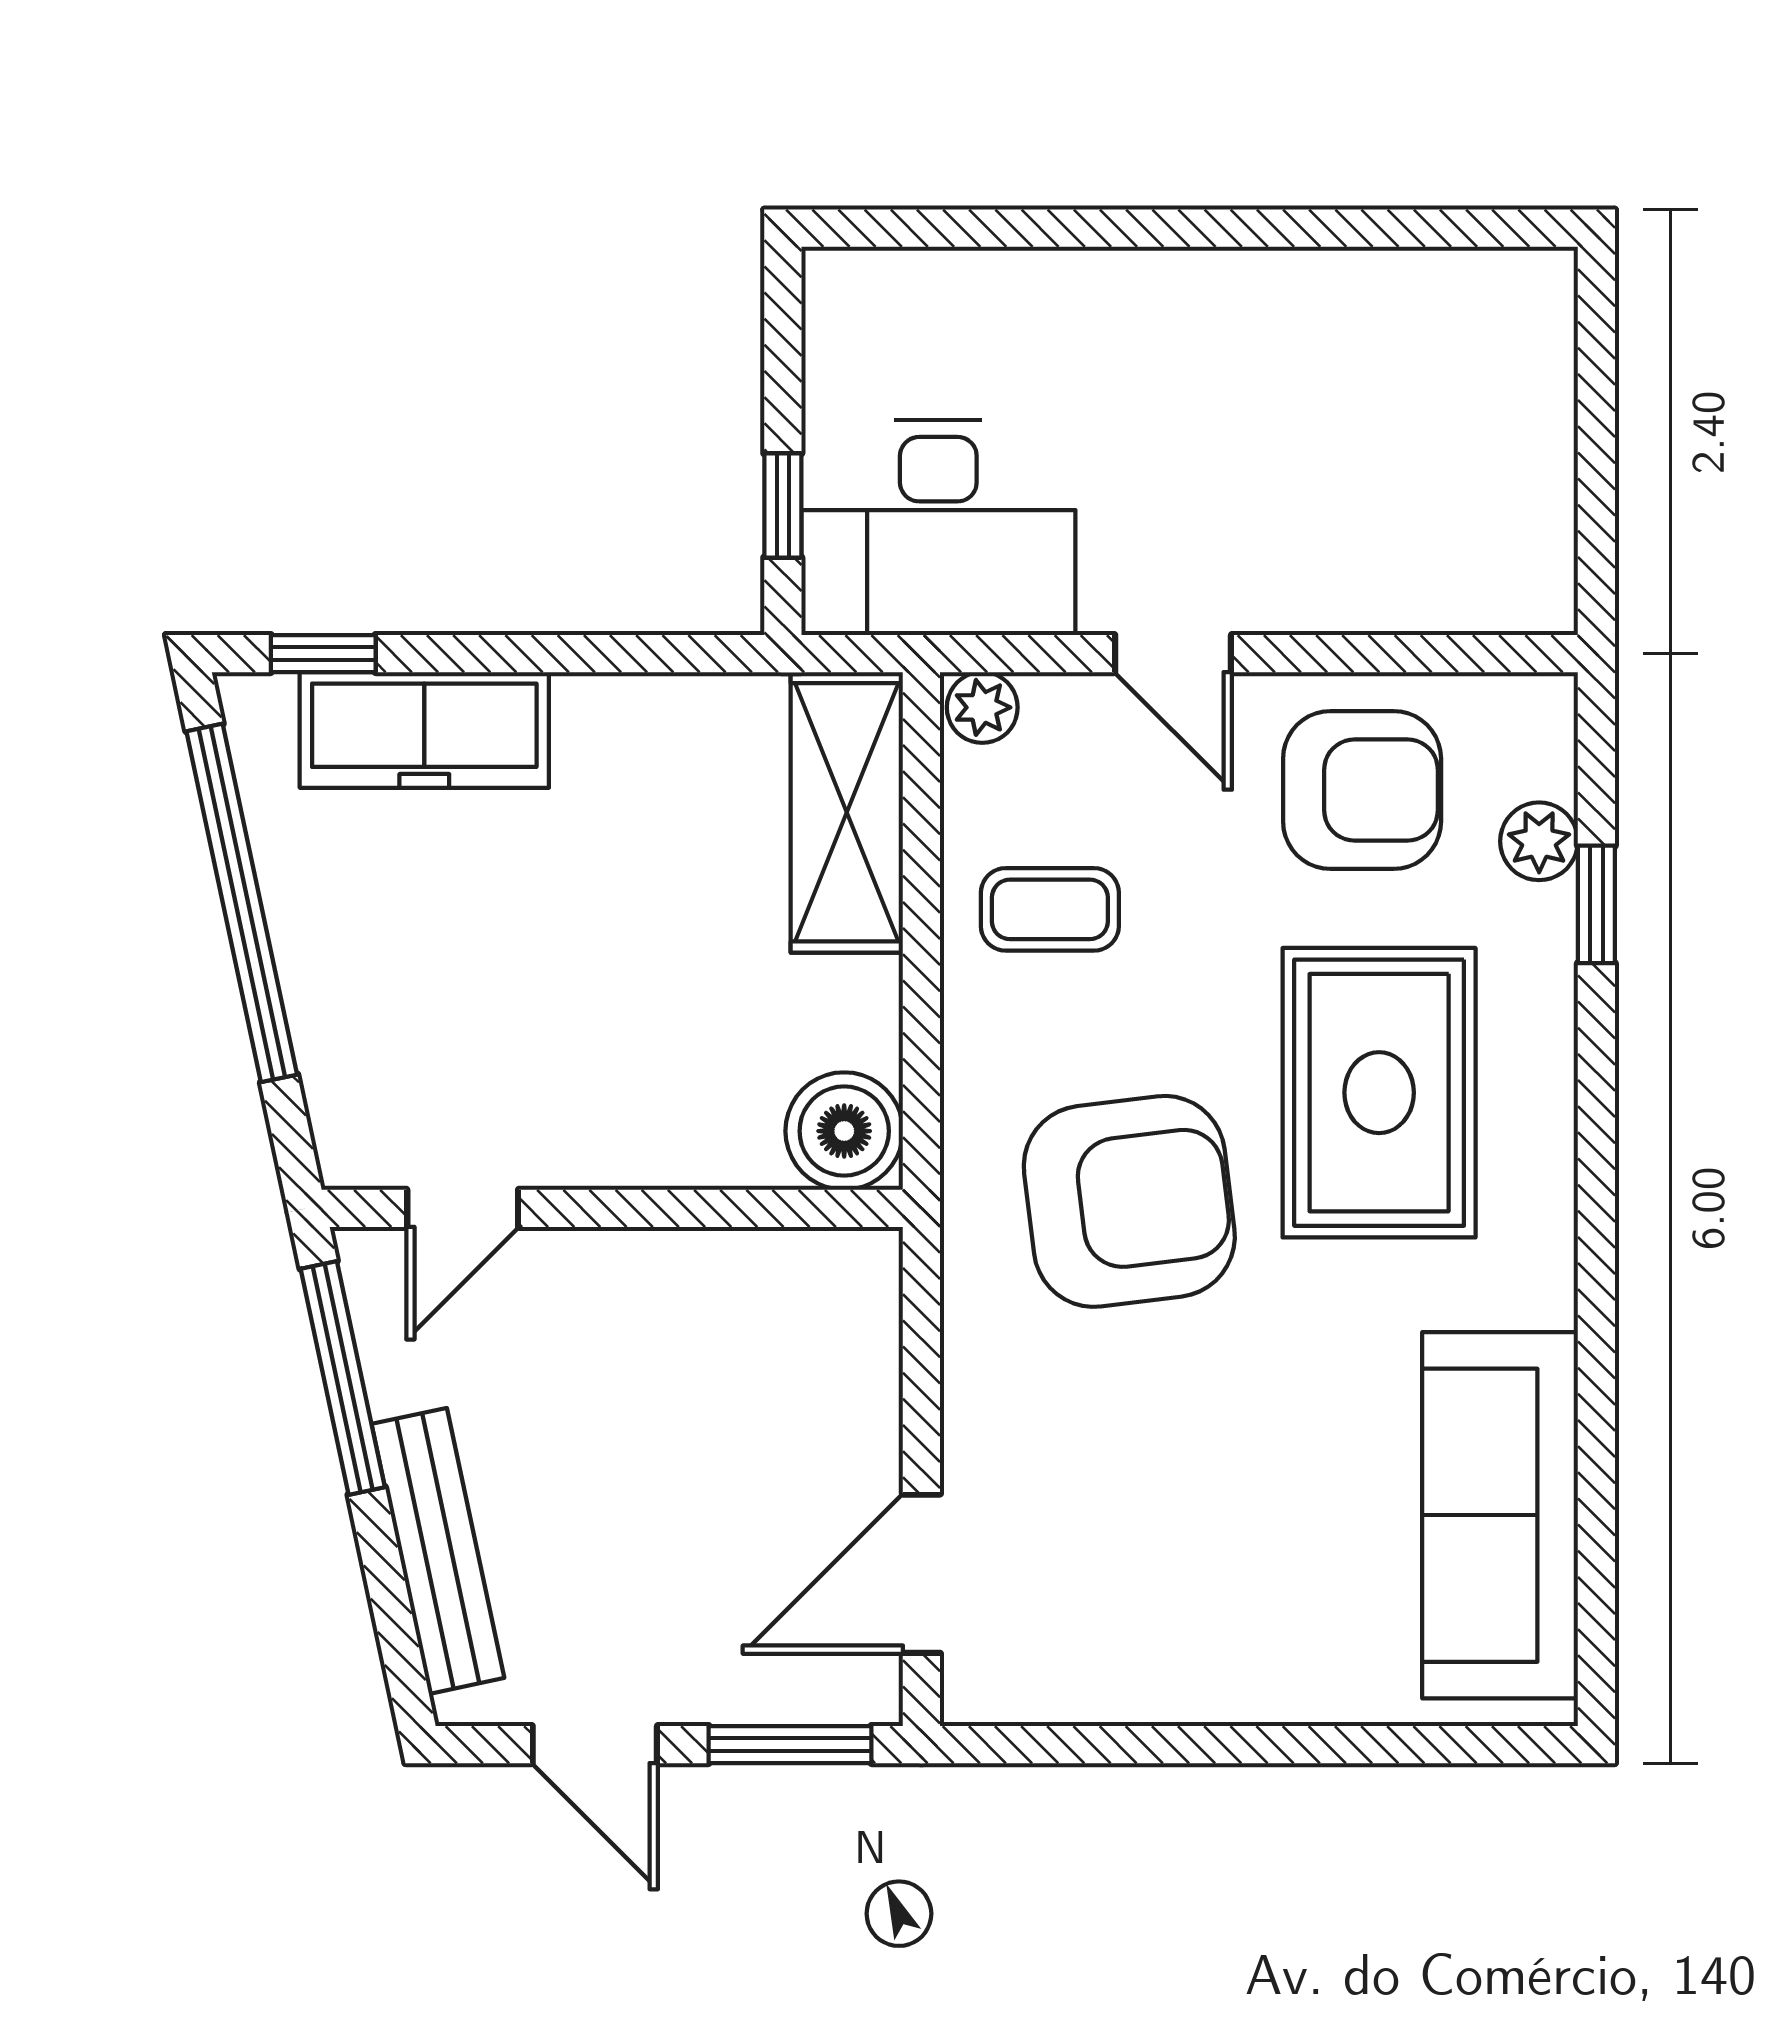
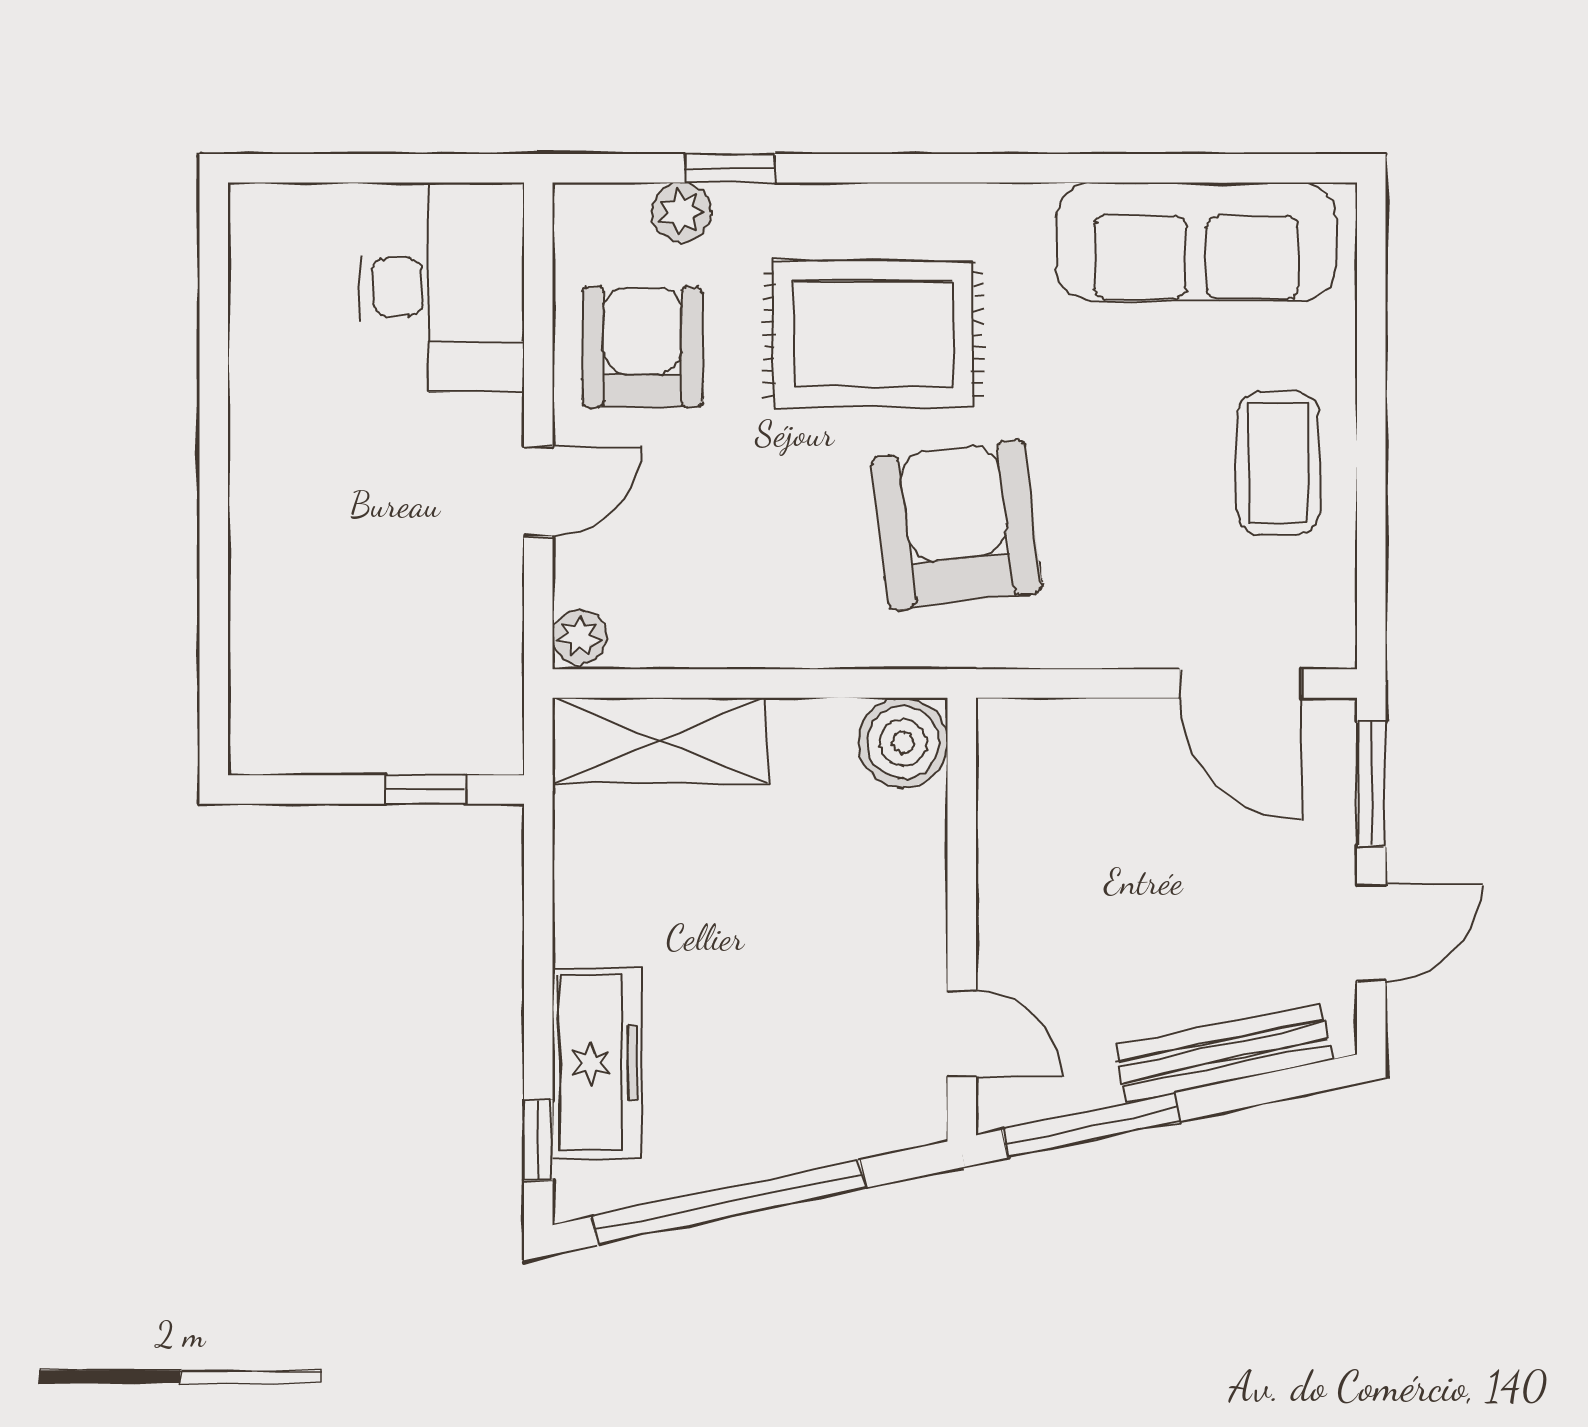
desk: (938, 527) -> (442, 287), moved
coffee table: (1050, 909) -> (1279, 463), moved, width x1.36, depth x1.30

